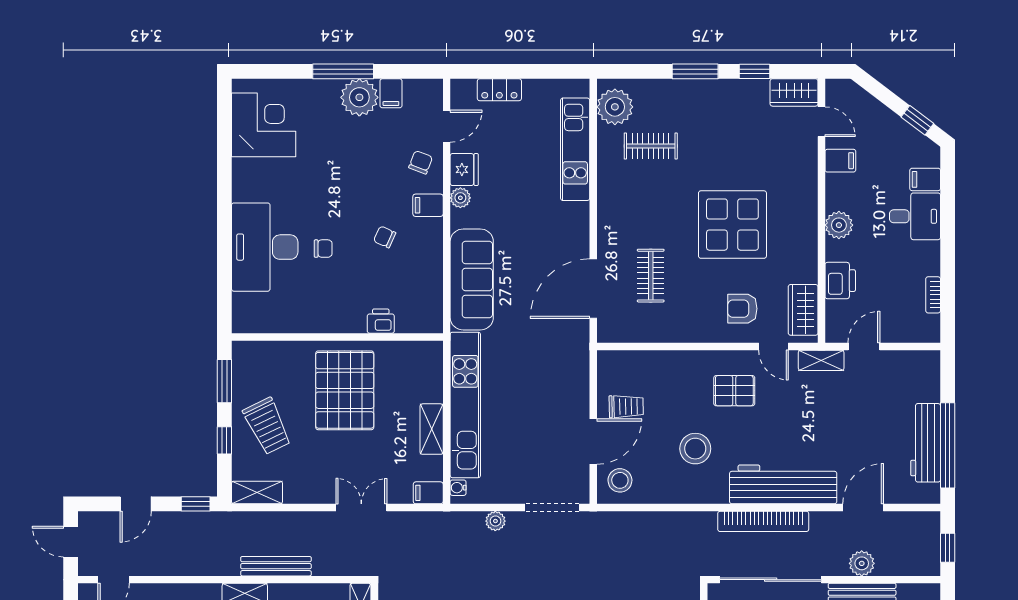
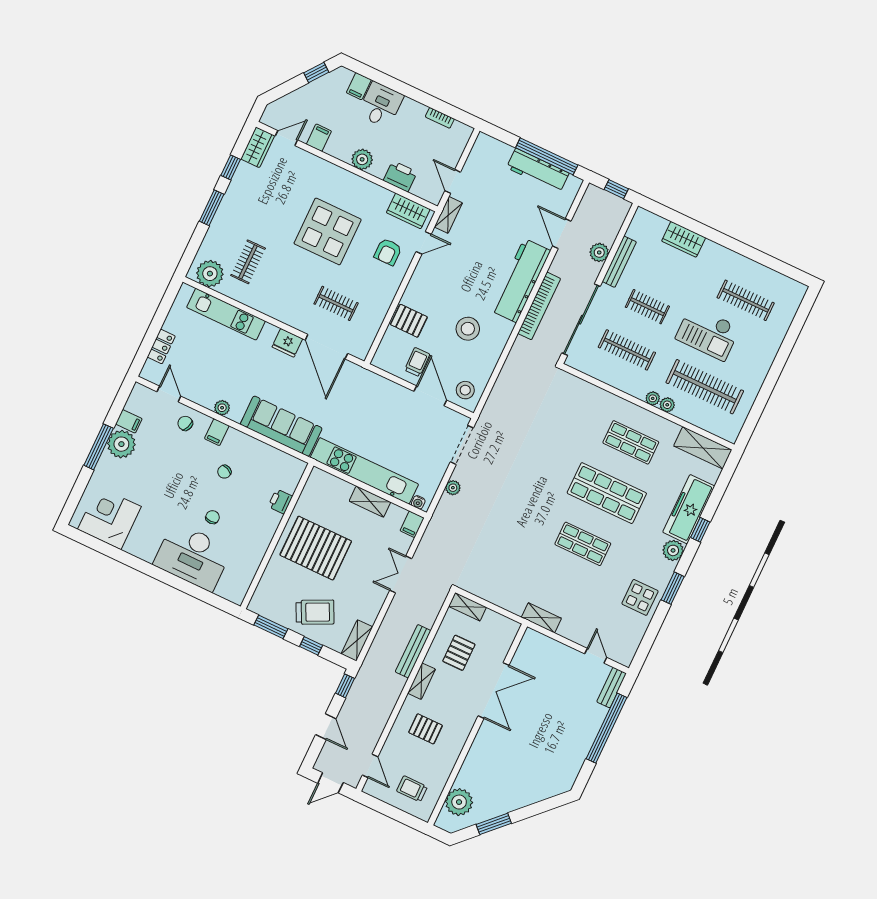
fridge: (464, 170) -> (287, 343), moved, turned 180
pallet: (734, 391) -> (409, 321), moved, turned 90

